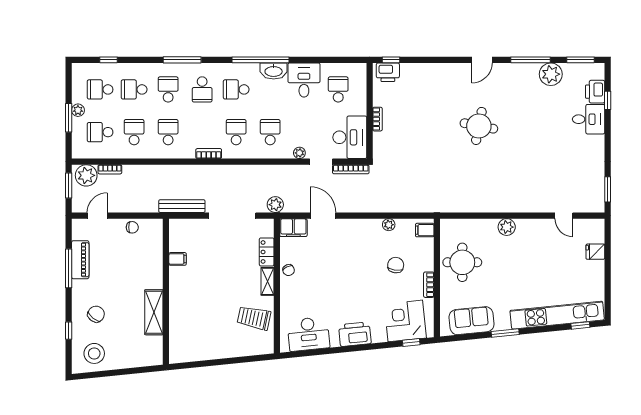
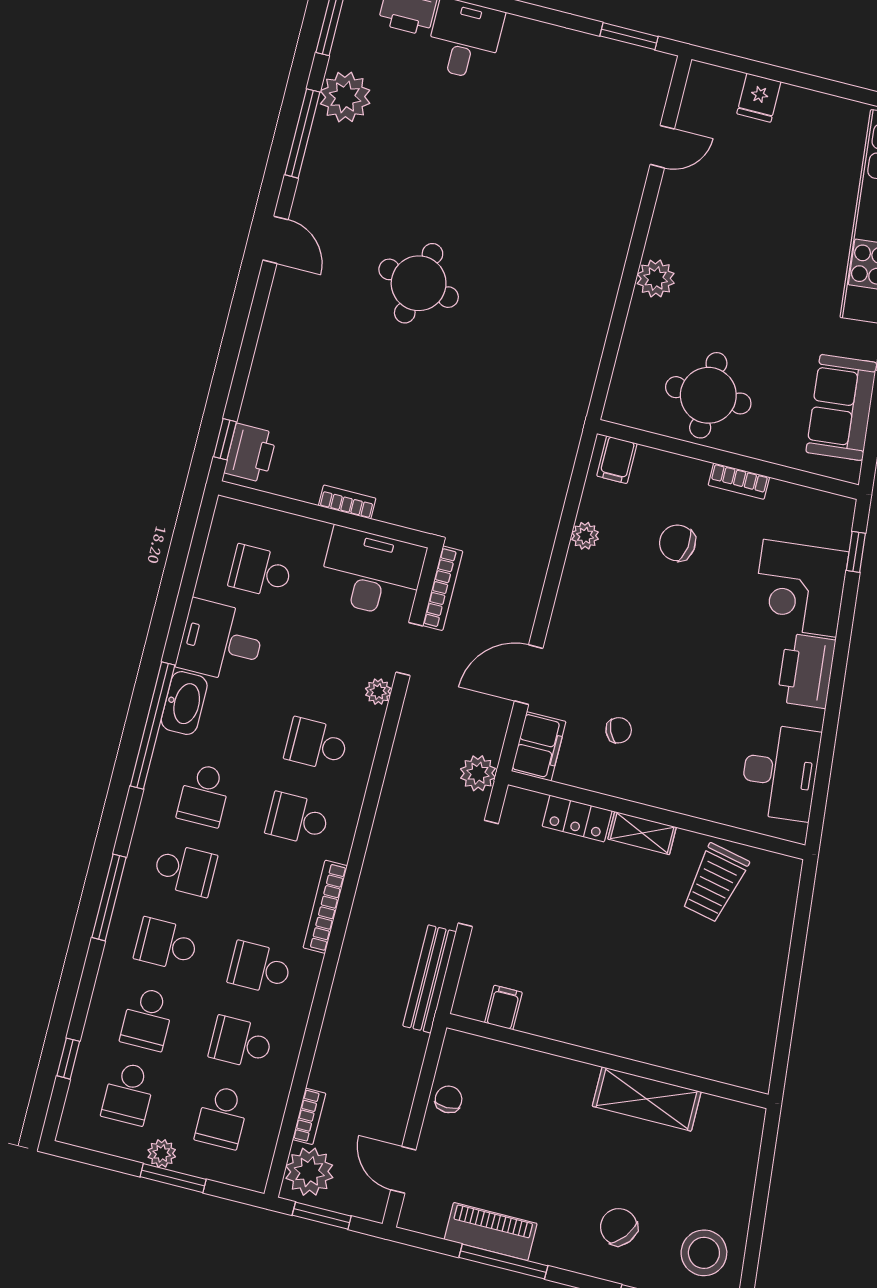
bookcase: (209, 154) -> (325, 907), width x1.56
filing cabinet: (178, 259) -> (503, 1008), moved
chair: (289, 270) -> (619, 730), moved
corner desk: (405, 321) -> (800, 588), moved

